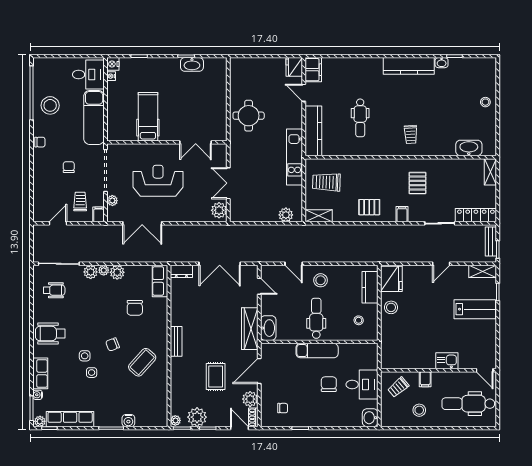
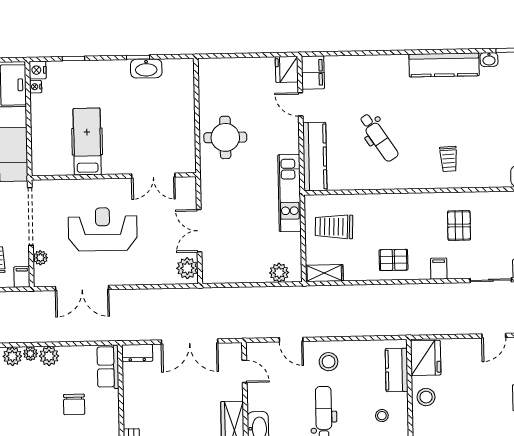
dental chair: (360, 118) -> (379, 137), turned -34

